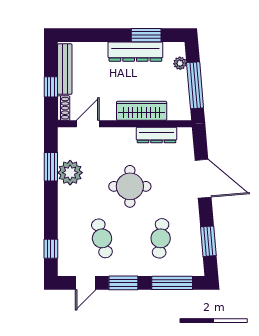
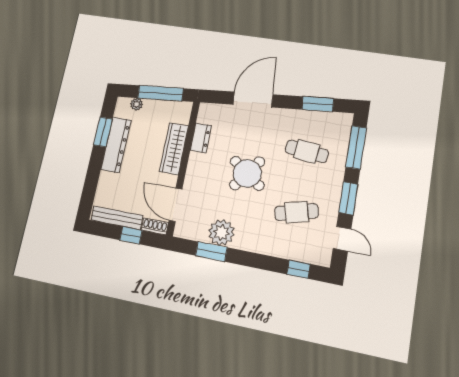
door: (88, 124) -> (176, 205), width x1.38
dresser: (157, 135) -> (201, 138), width x0.70
round table: (130, 186) -> (247, 173), turned 36

